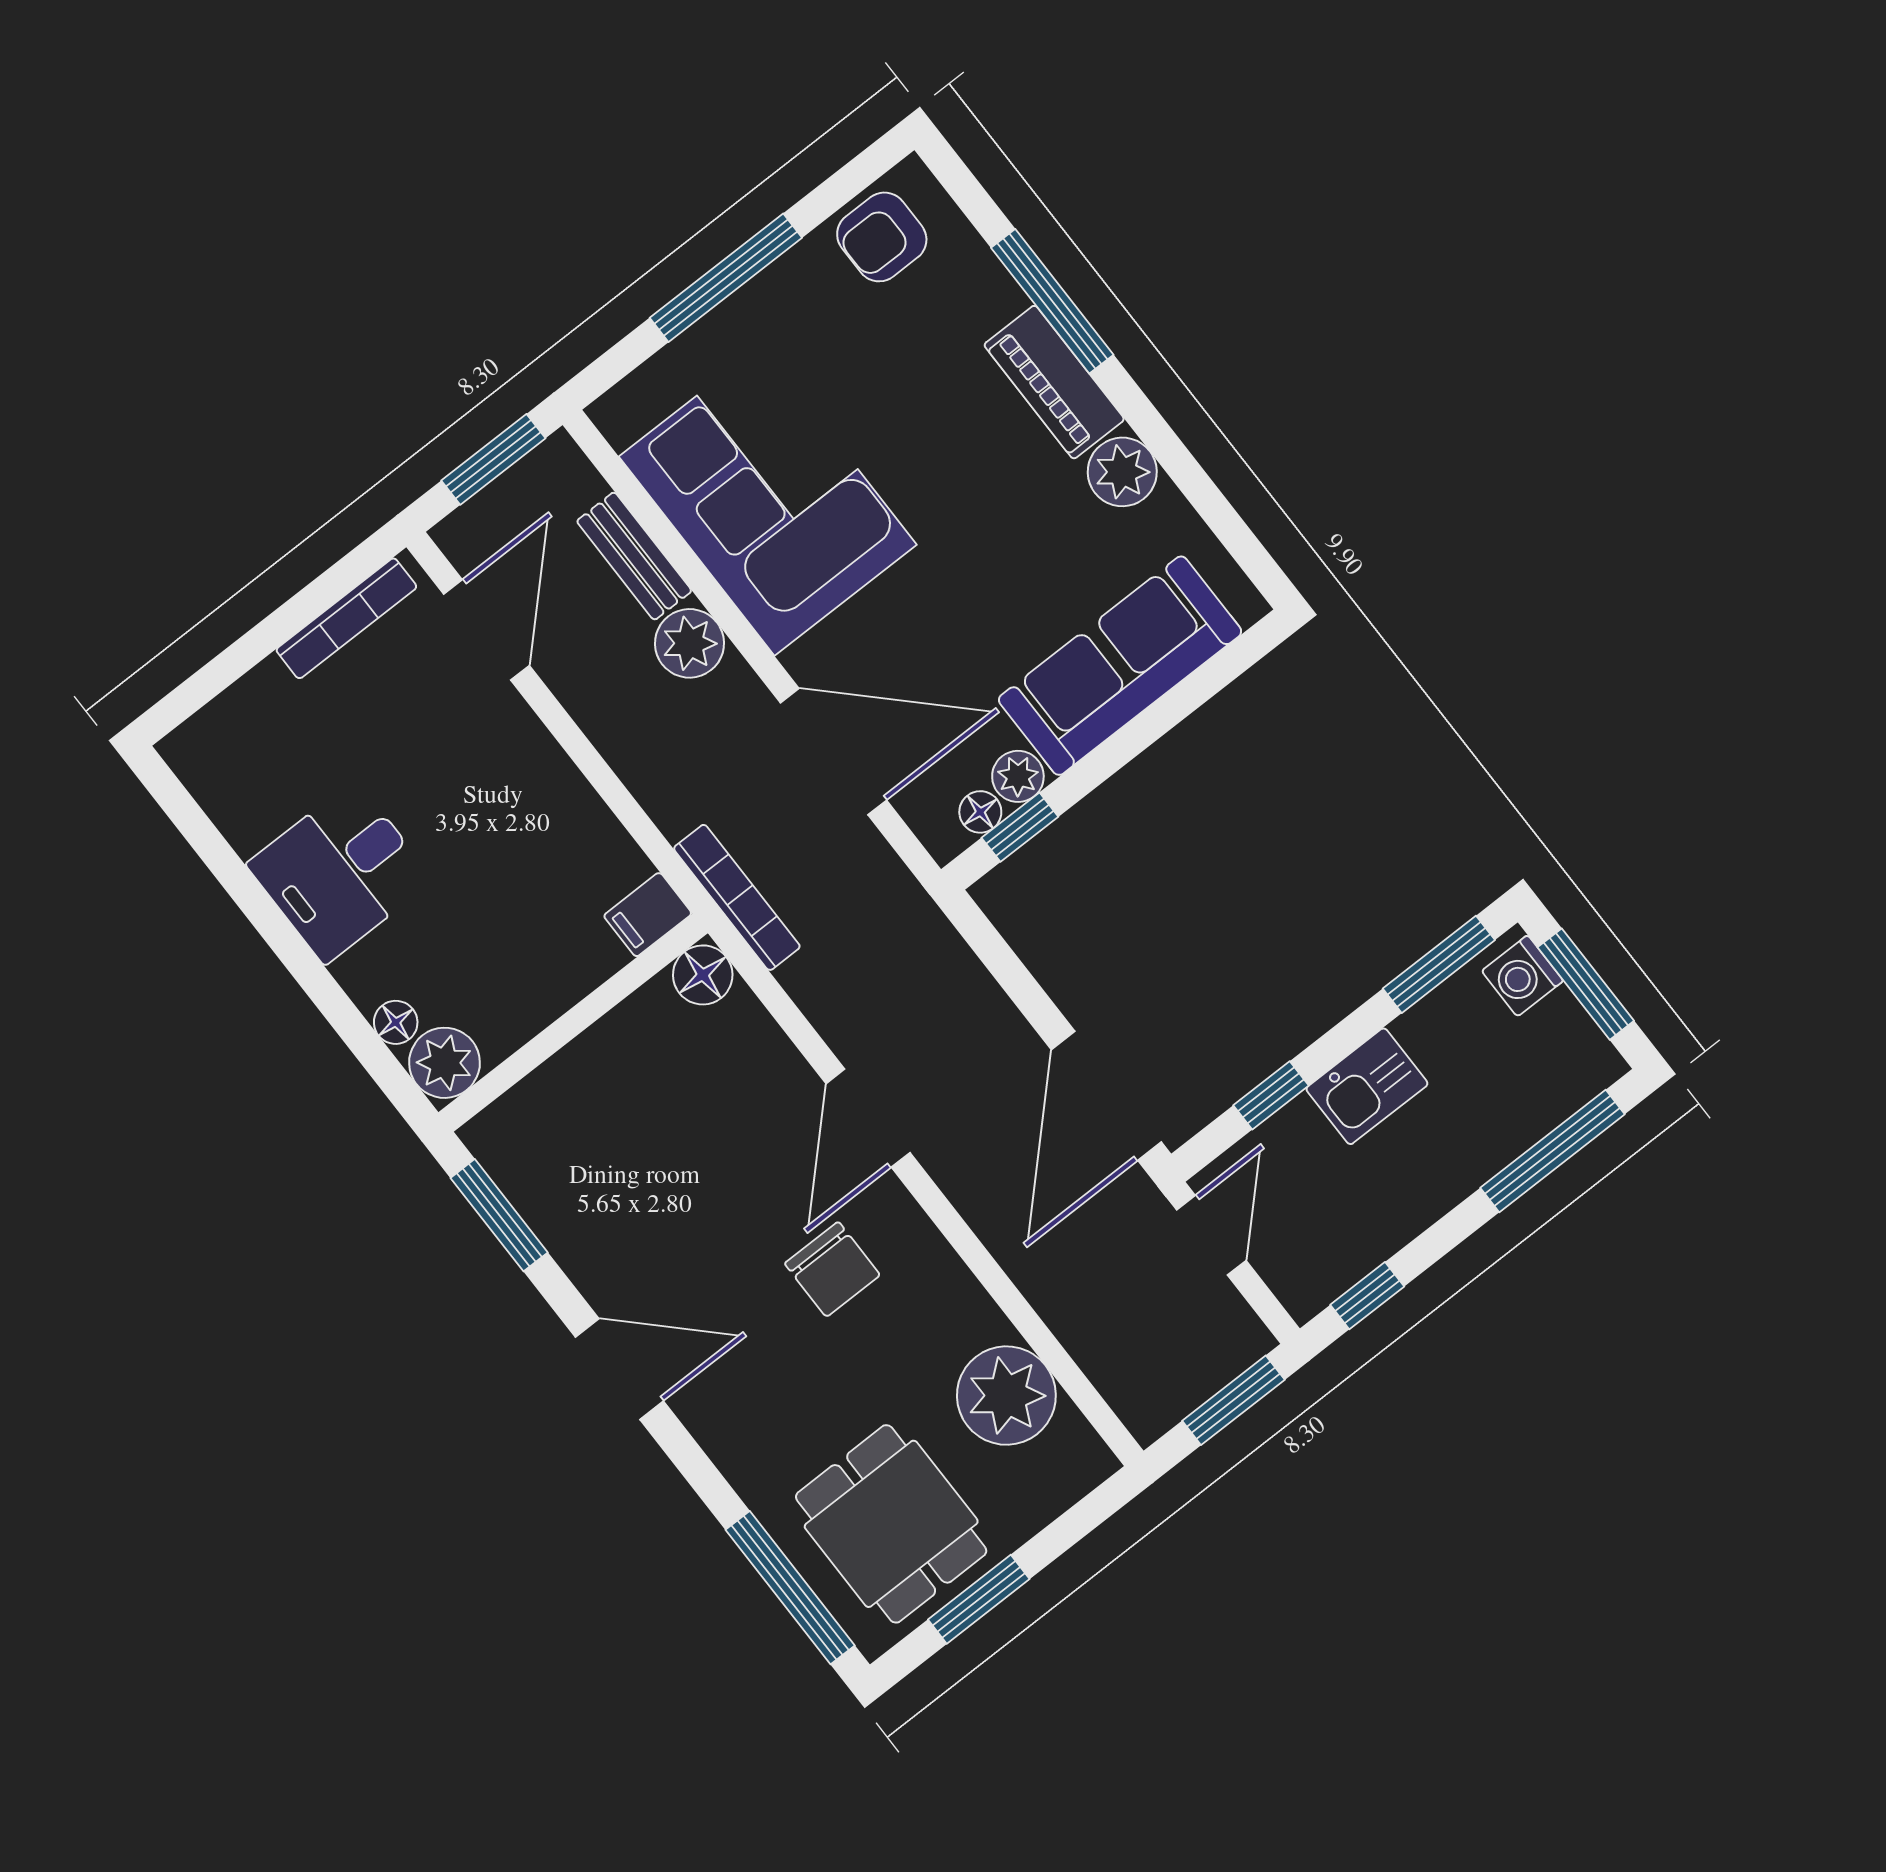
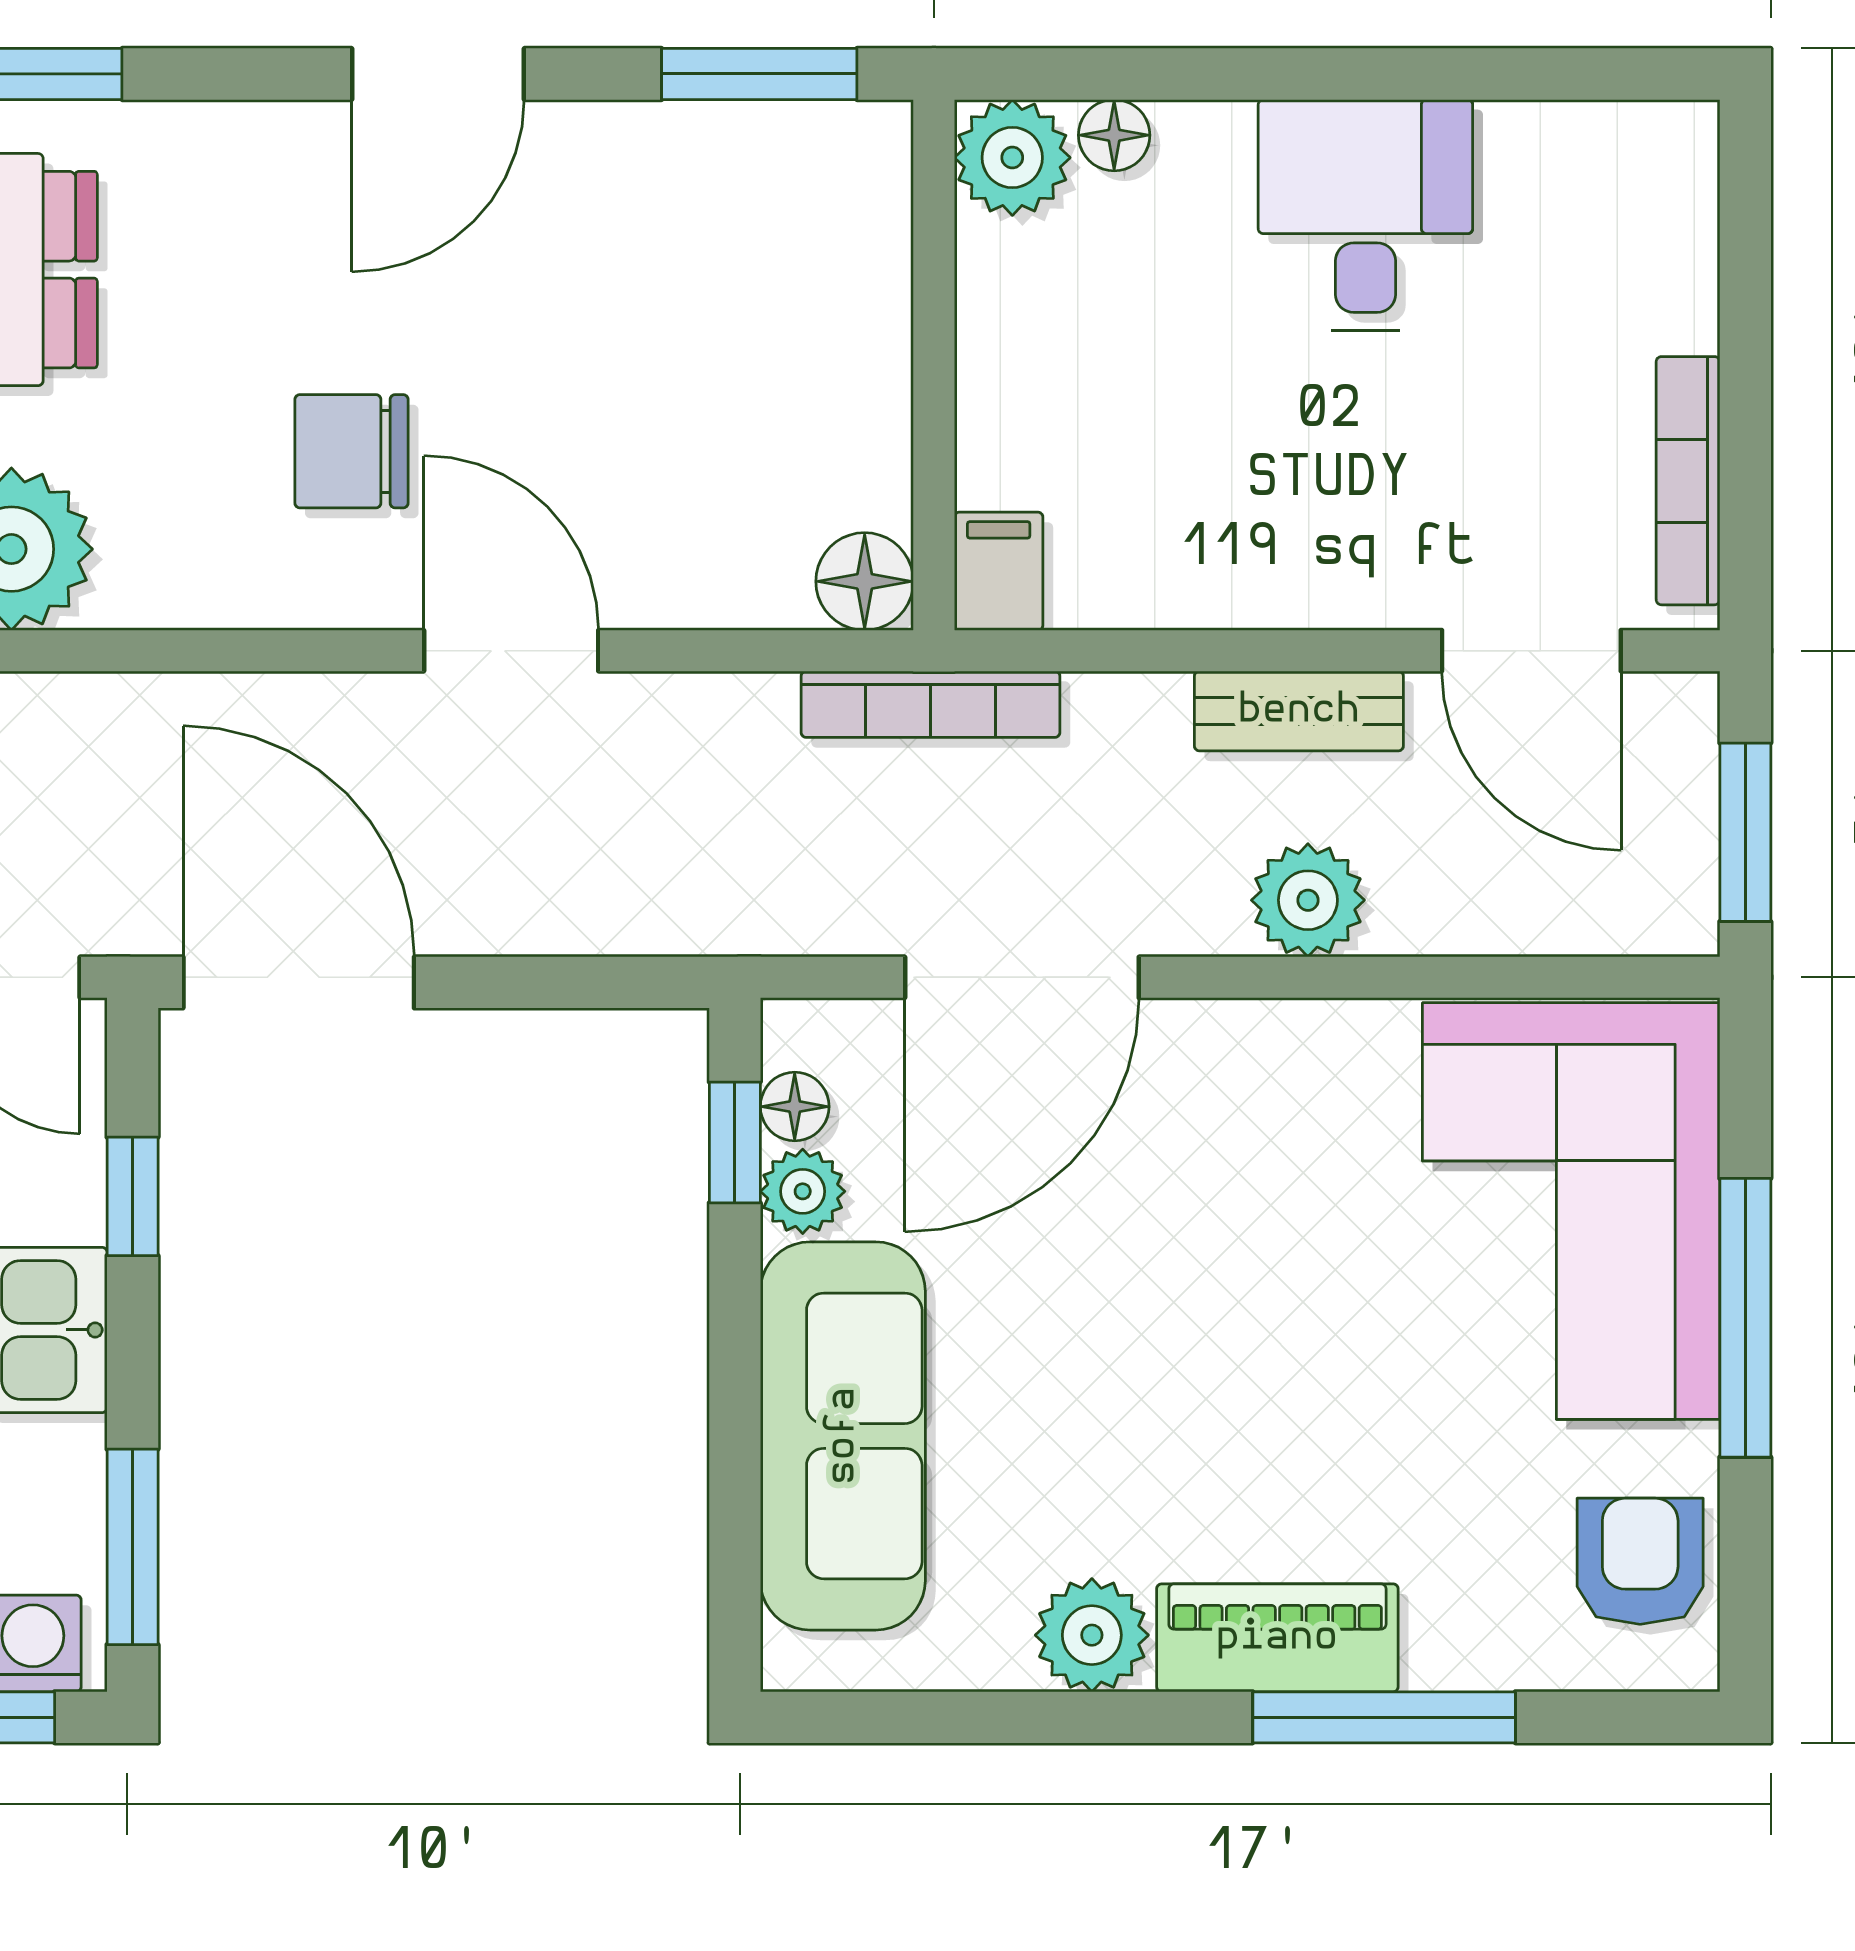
corner sofa: (768, 501) -> (1571, 1211), moved, turned 90
bench: (634, 556) -> (1299, 711), moved

